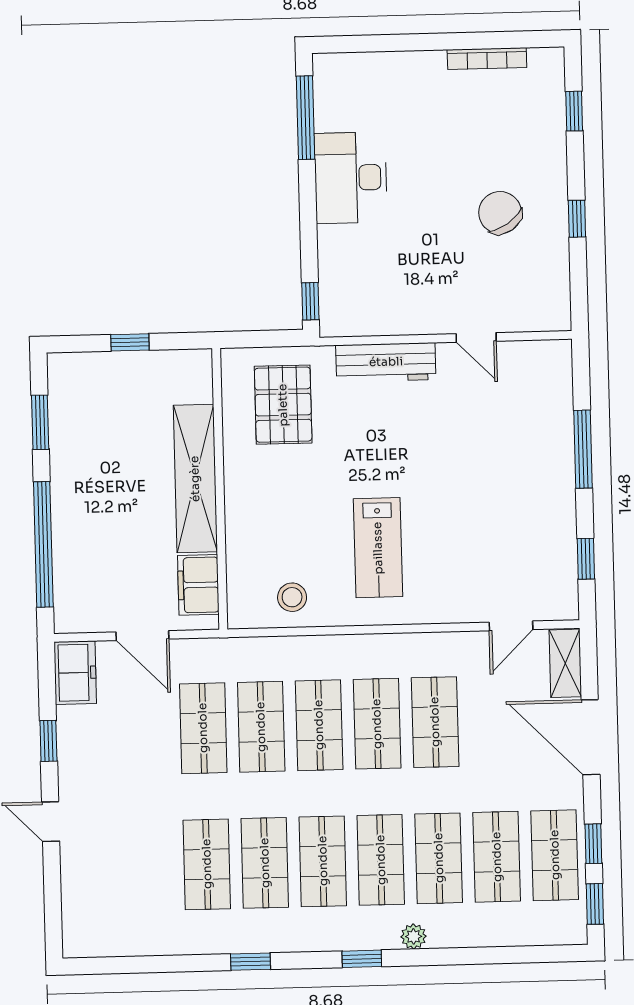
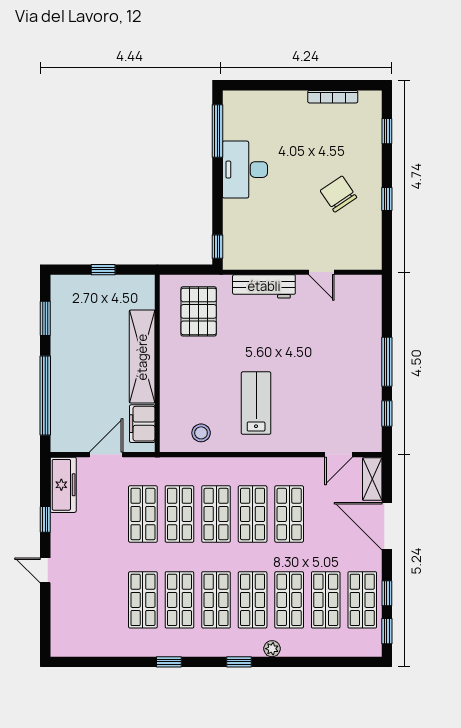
window: (583, 449) -> (387, 362), moved
lab bench: (378, 548) -> (256, 403), turned 180
door: (142, 636) -> (106, 455), swing flipped
freezer: (75, 673) -> (63, 485), width x1.40

